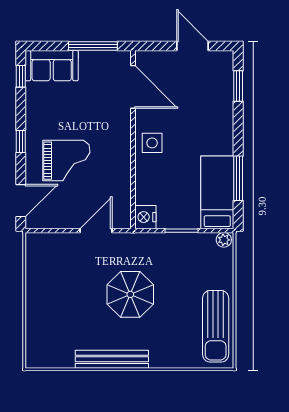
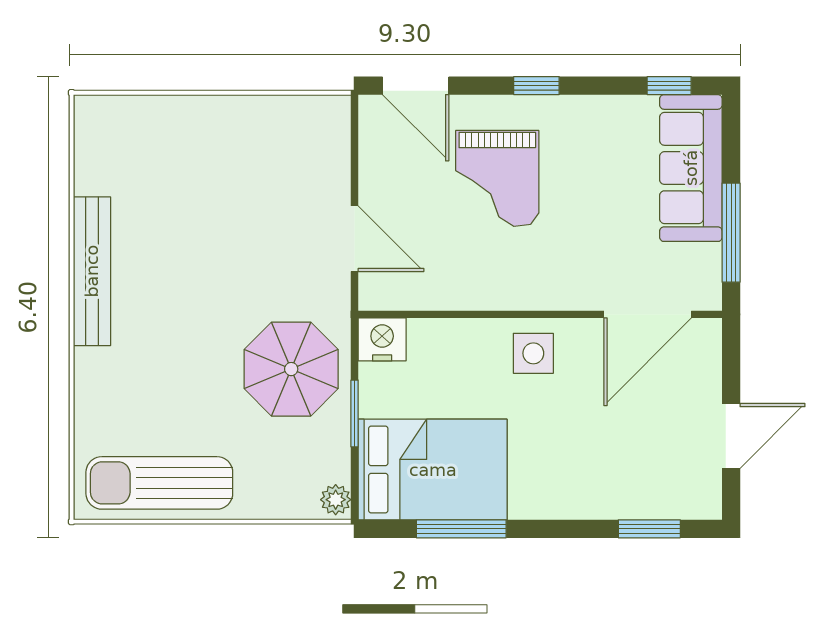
sofa: (52, 66) -> (691, 168), width x1.36
bed: (217, 192) -> (433, 470), width x1.50
parasol: (130, 294) -> (291, 369), moved

